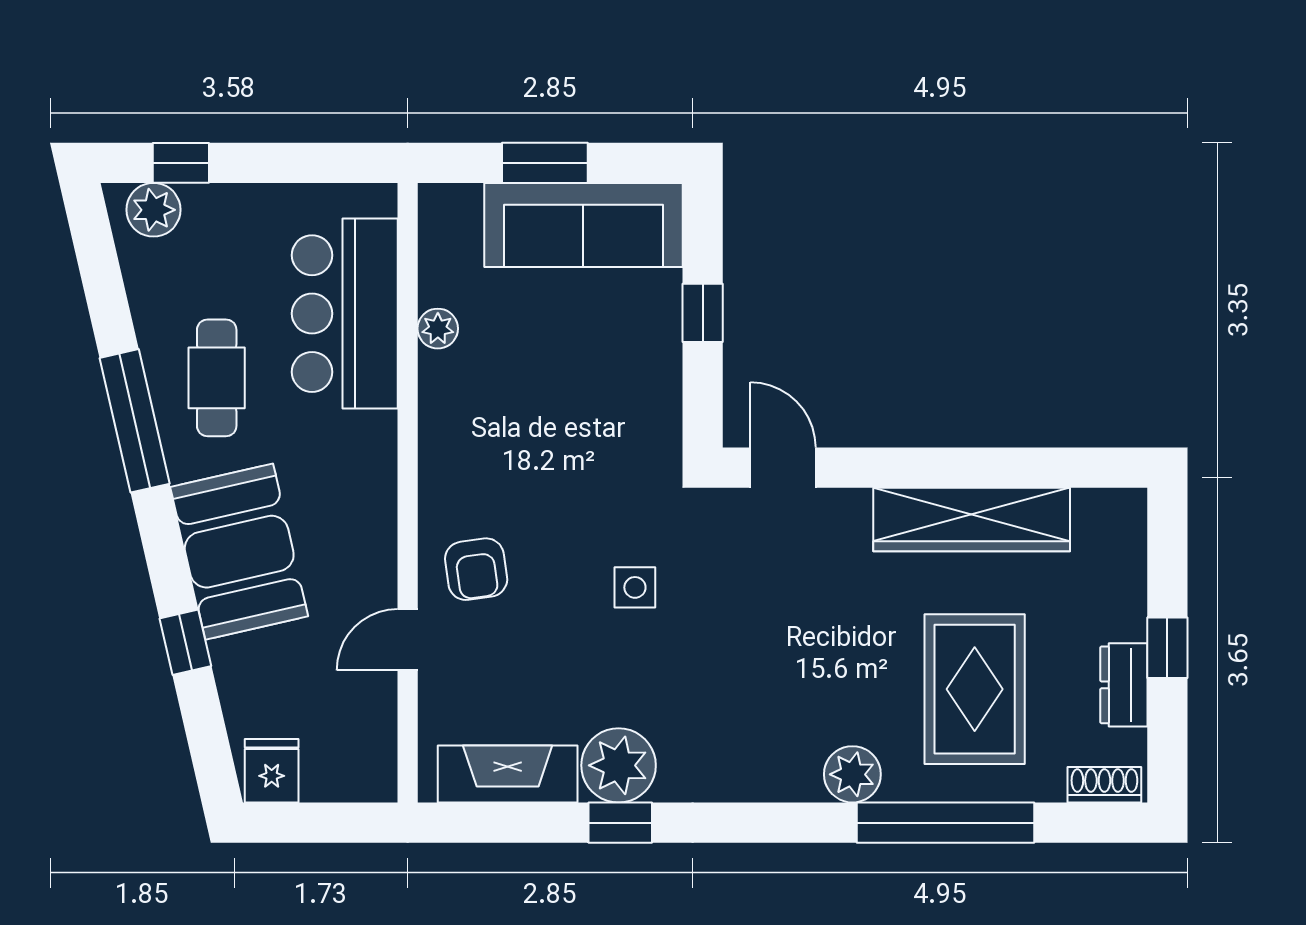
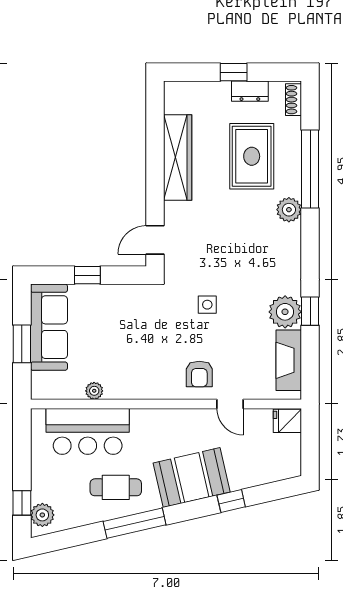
armchair: (476, 569) -> (199, 374), turned 98
rug: (975, 689) -> (252, 156), turned 90
fridge: (272, 771) -> (287, 421), moved

